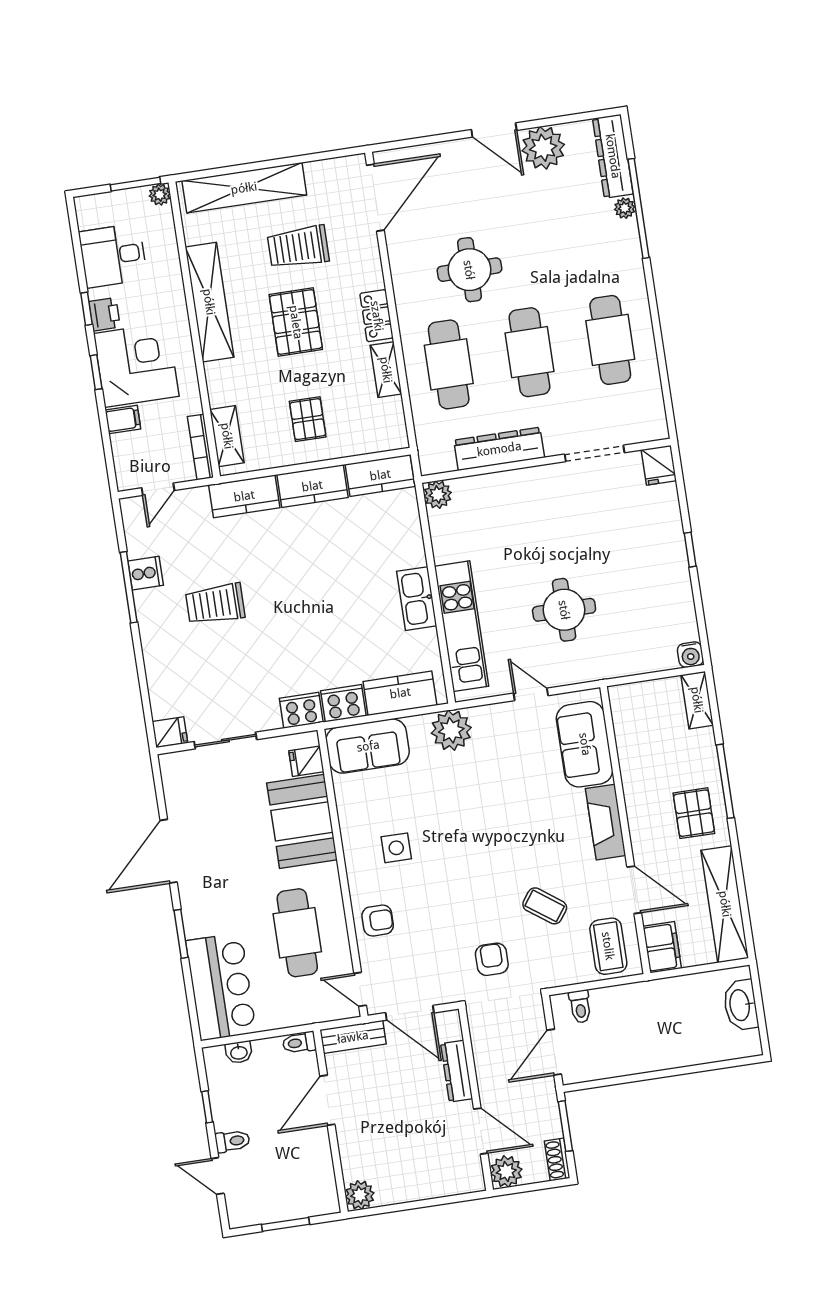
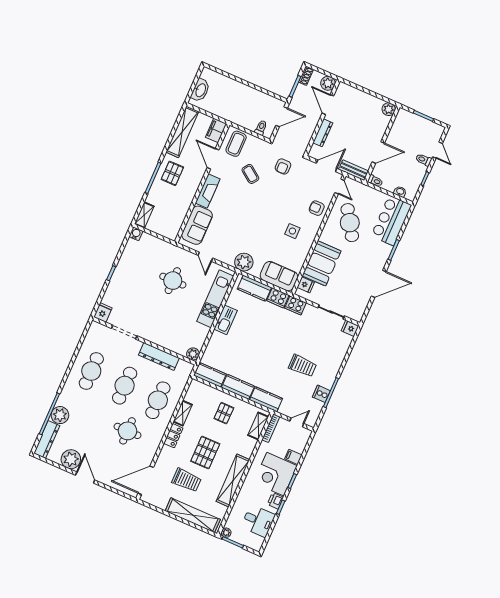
plant: (625, 208) -> (60, 415), width x1.88, depth x1.88
cafe table: (297, 933) -> (350, 223), turned -33
door: (410, 1013) -> (327, 166), hinge flipped

